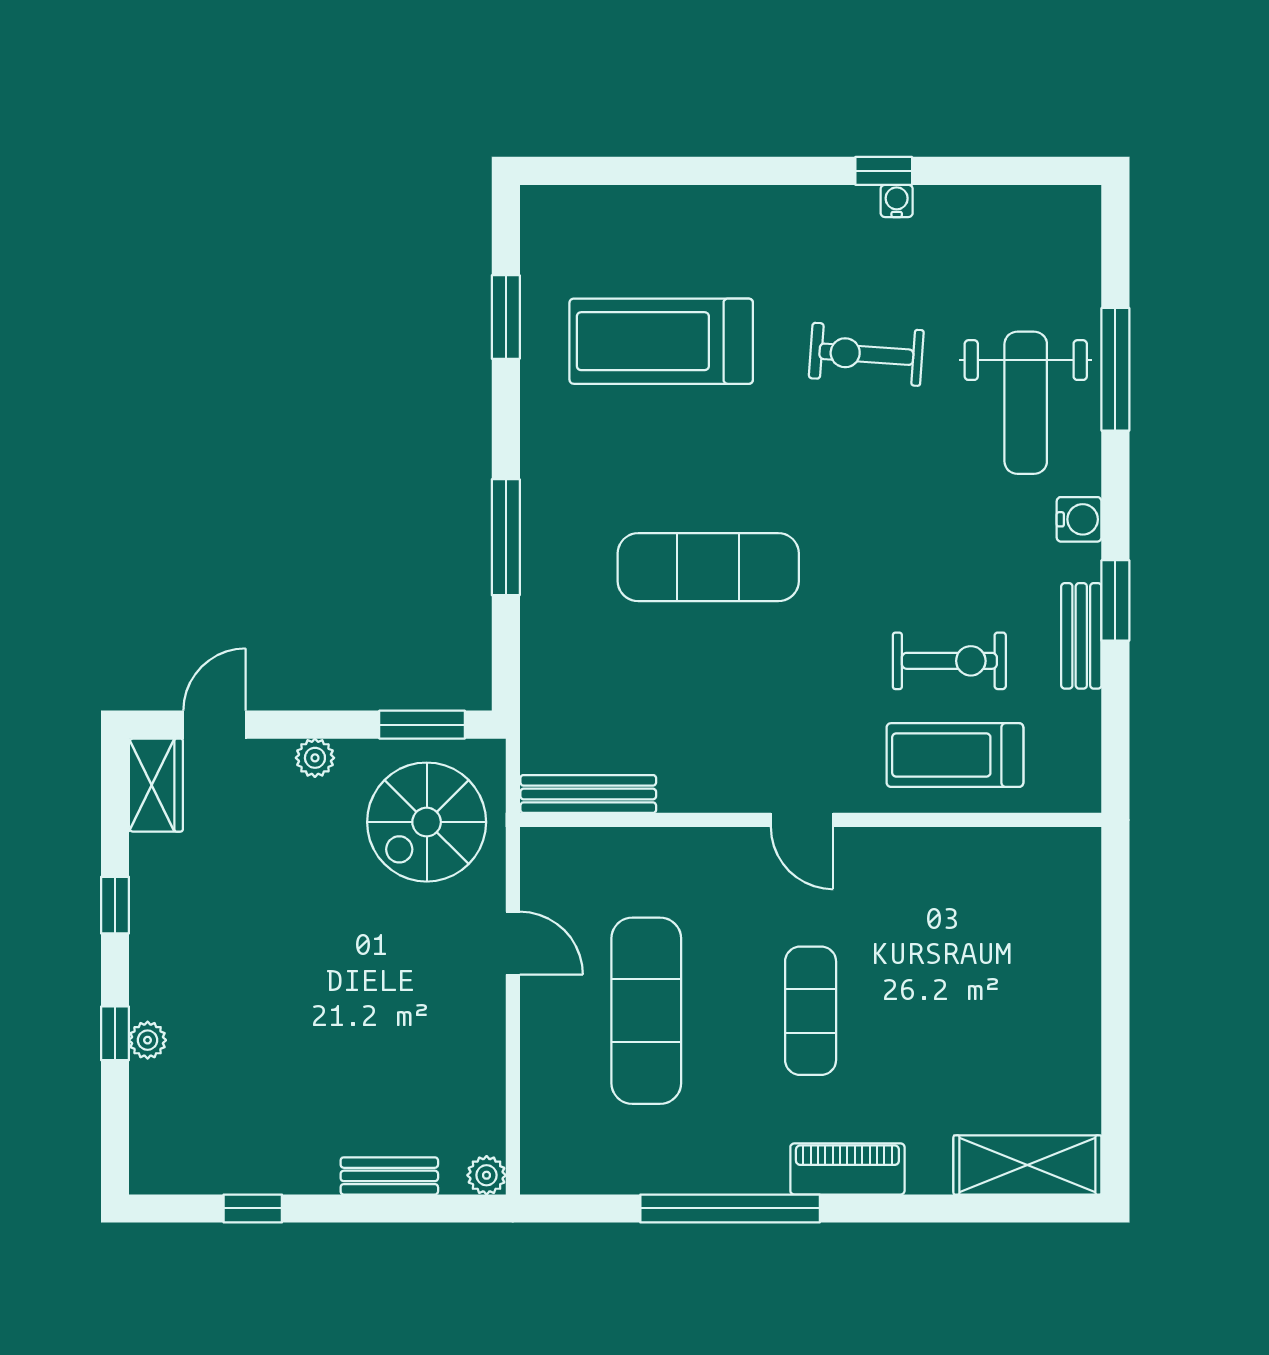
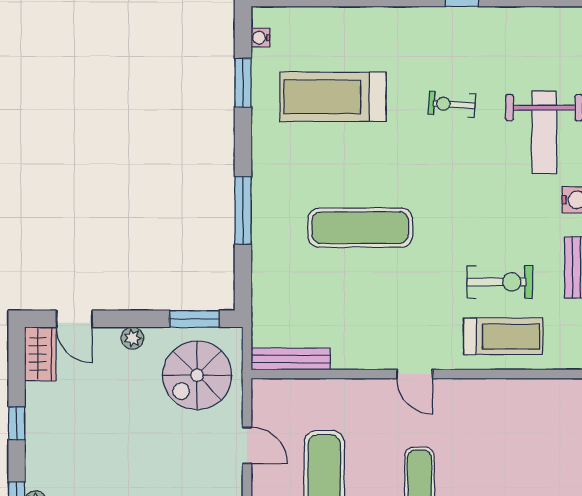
water cooler: (897, 201) -> (260, 38), moved, turned -90
exercise bike: (866, 354) -> (452, 104), width x0.73, depth x0.72
door: (215, 725) -> (74, 319), swing flipped
treadmill: (955, 755) -> (503, 336), turned 180

